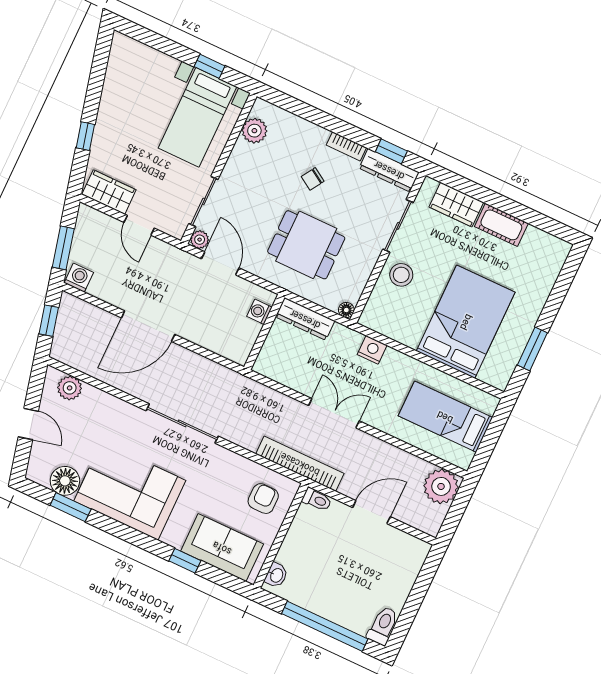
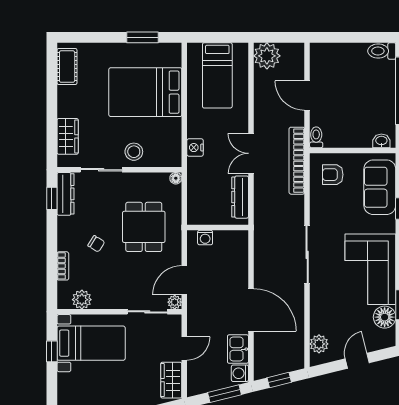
bookcase: (346, 146) -> (63, 266), moved
cot: (501, 225) -> (67, 67), moved
kitchen sink: (109, 289) -> (238, 349), added
dresser: (305, 319) -> (240, 197), moved, turned 180

